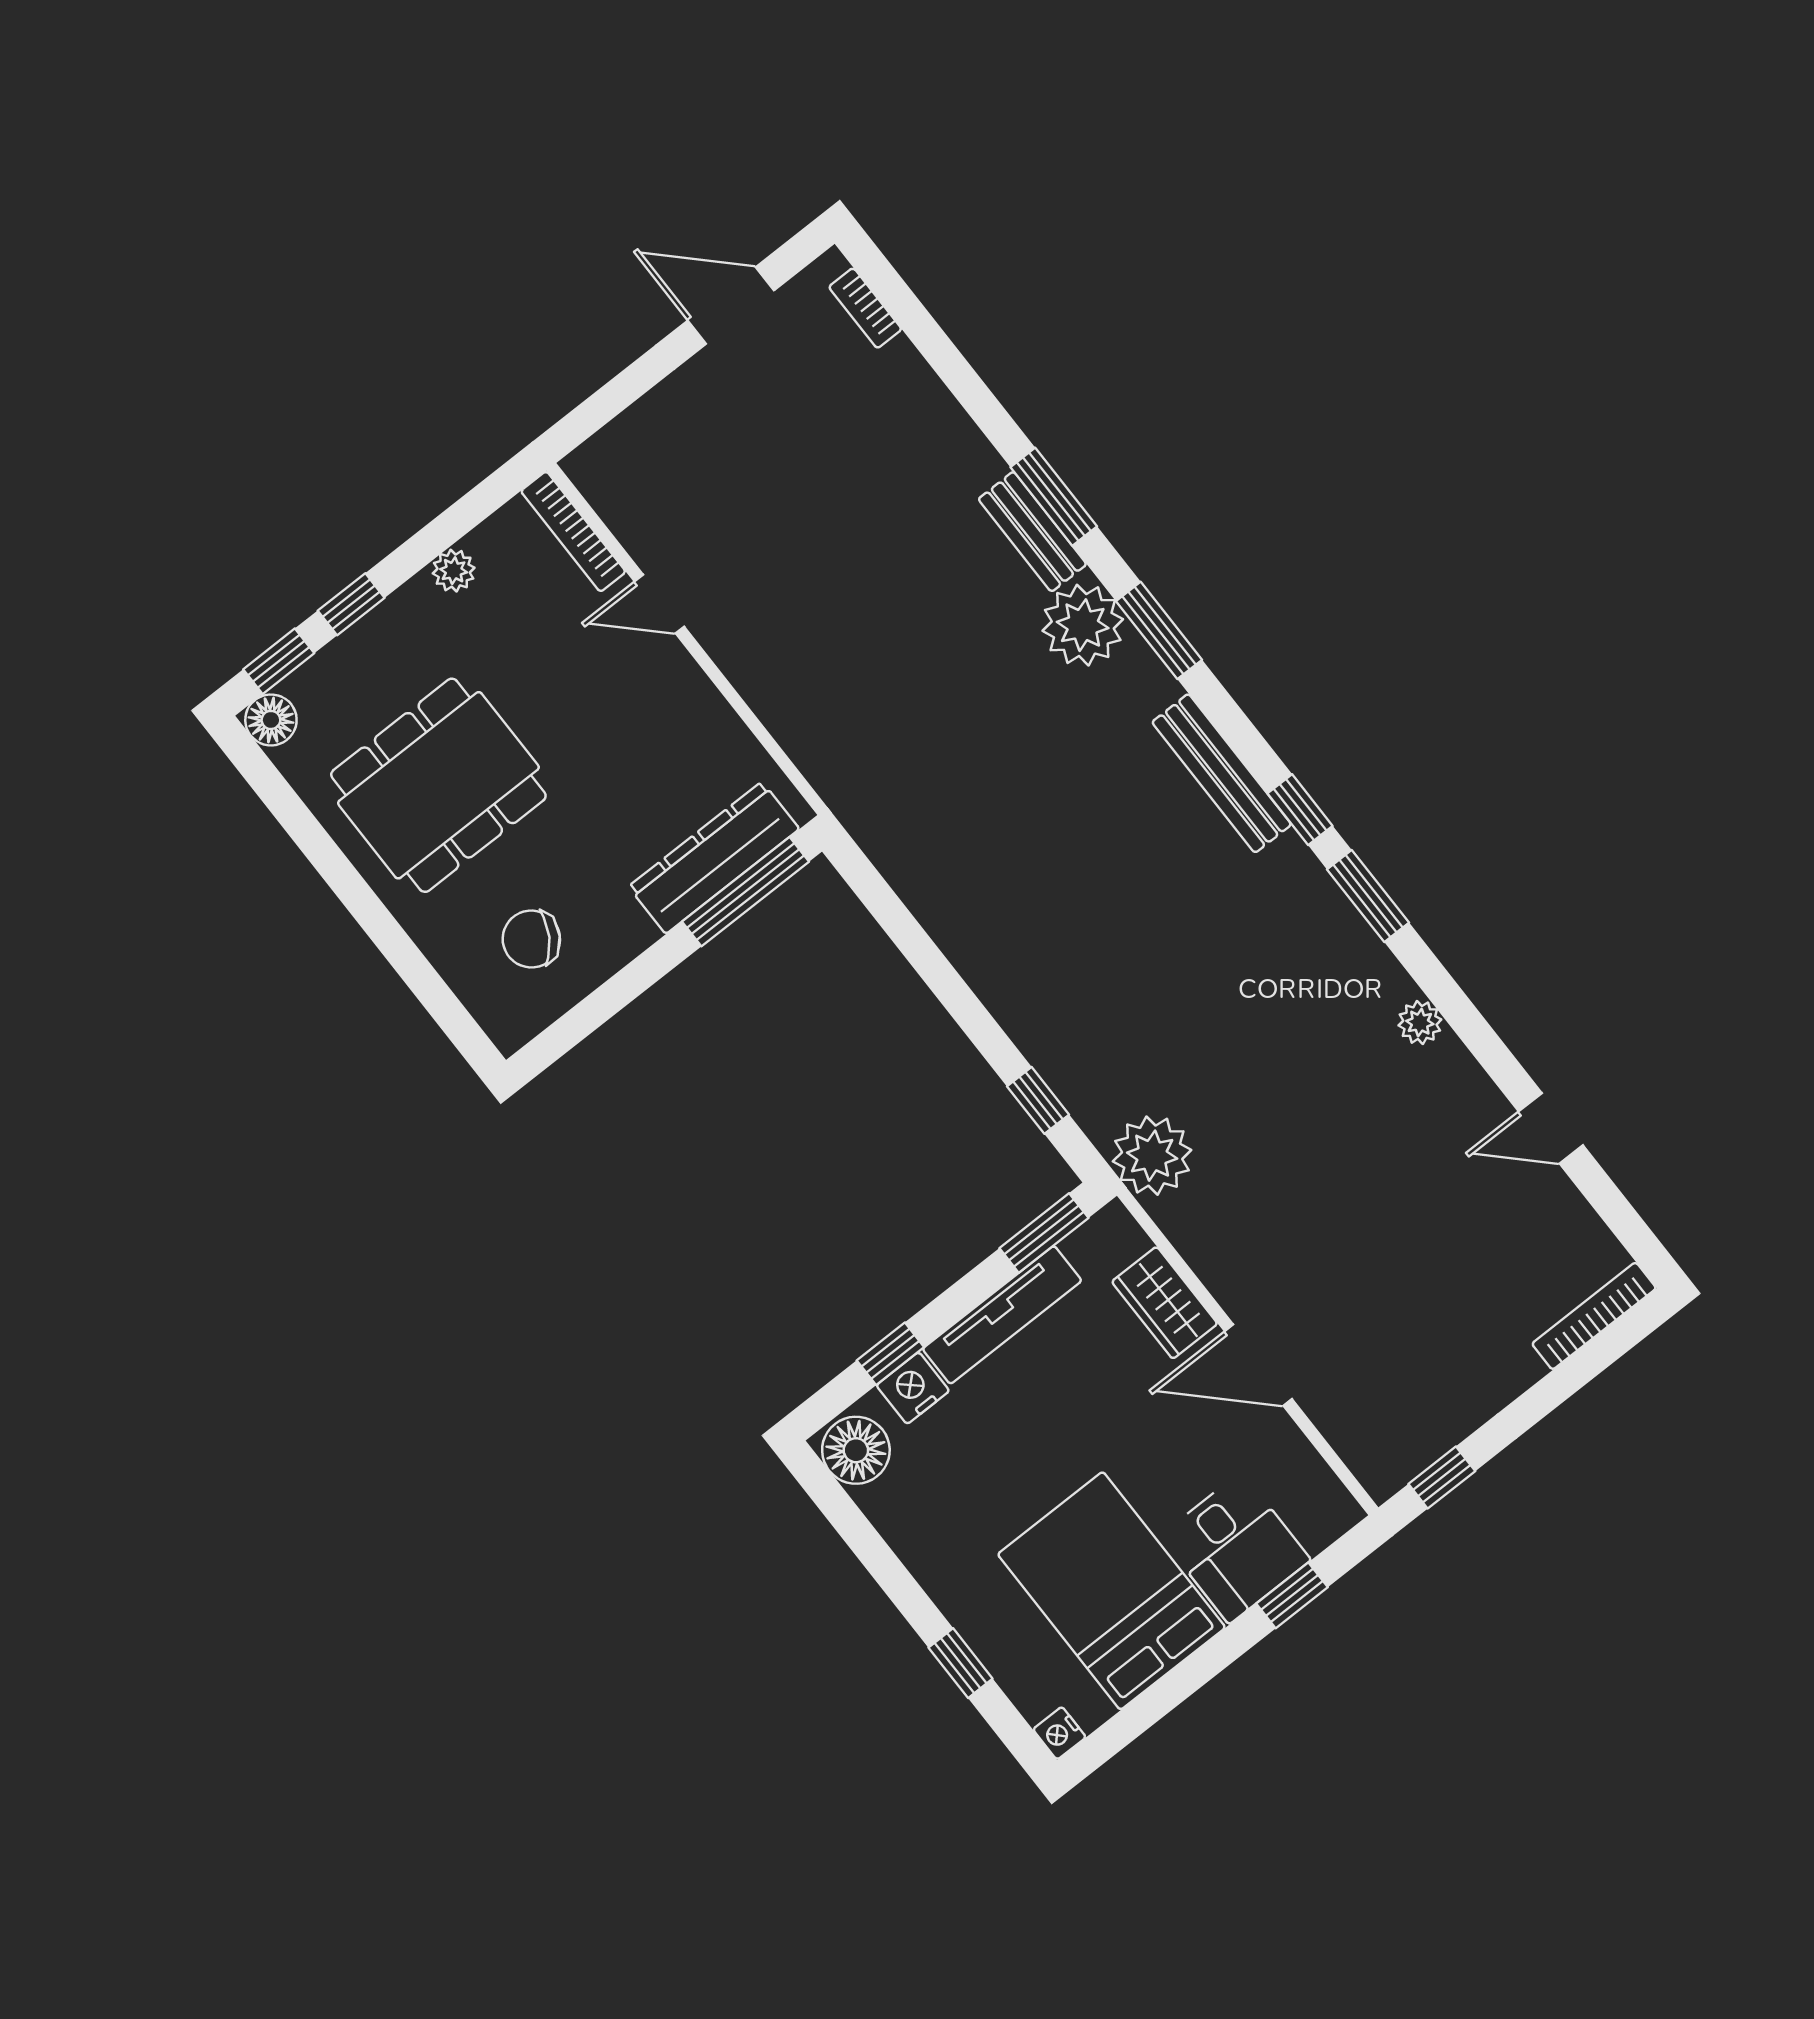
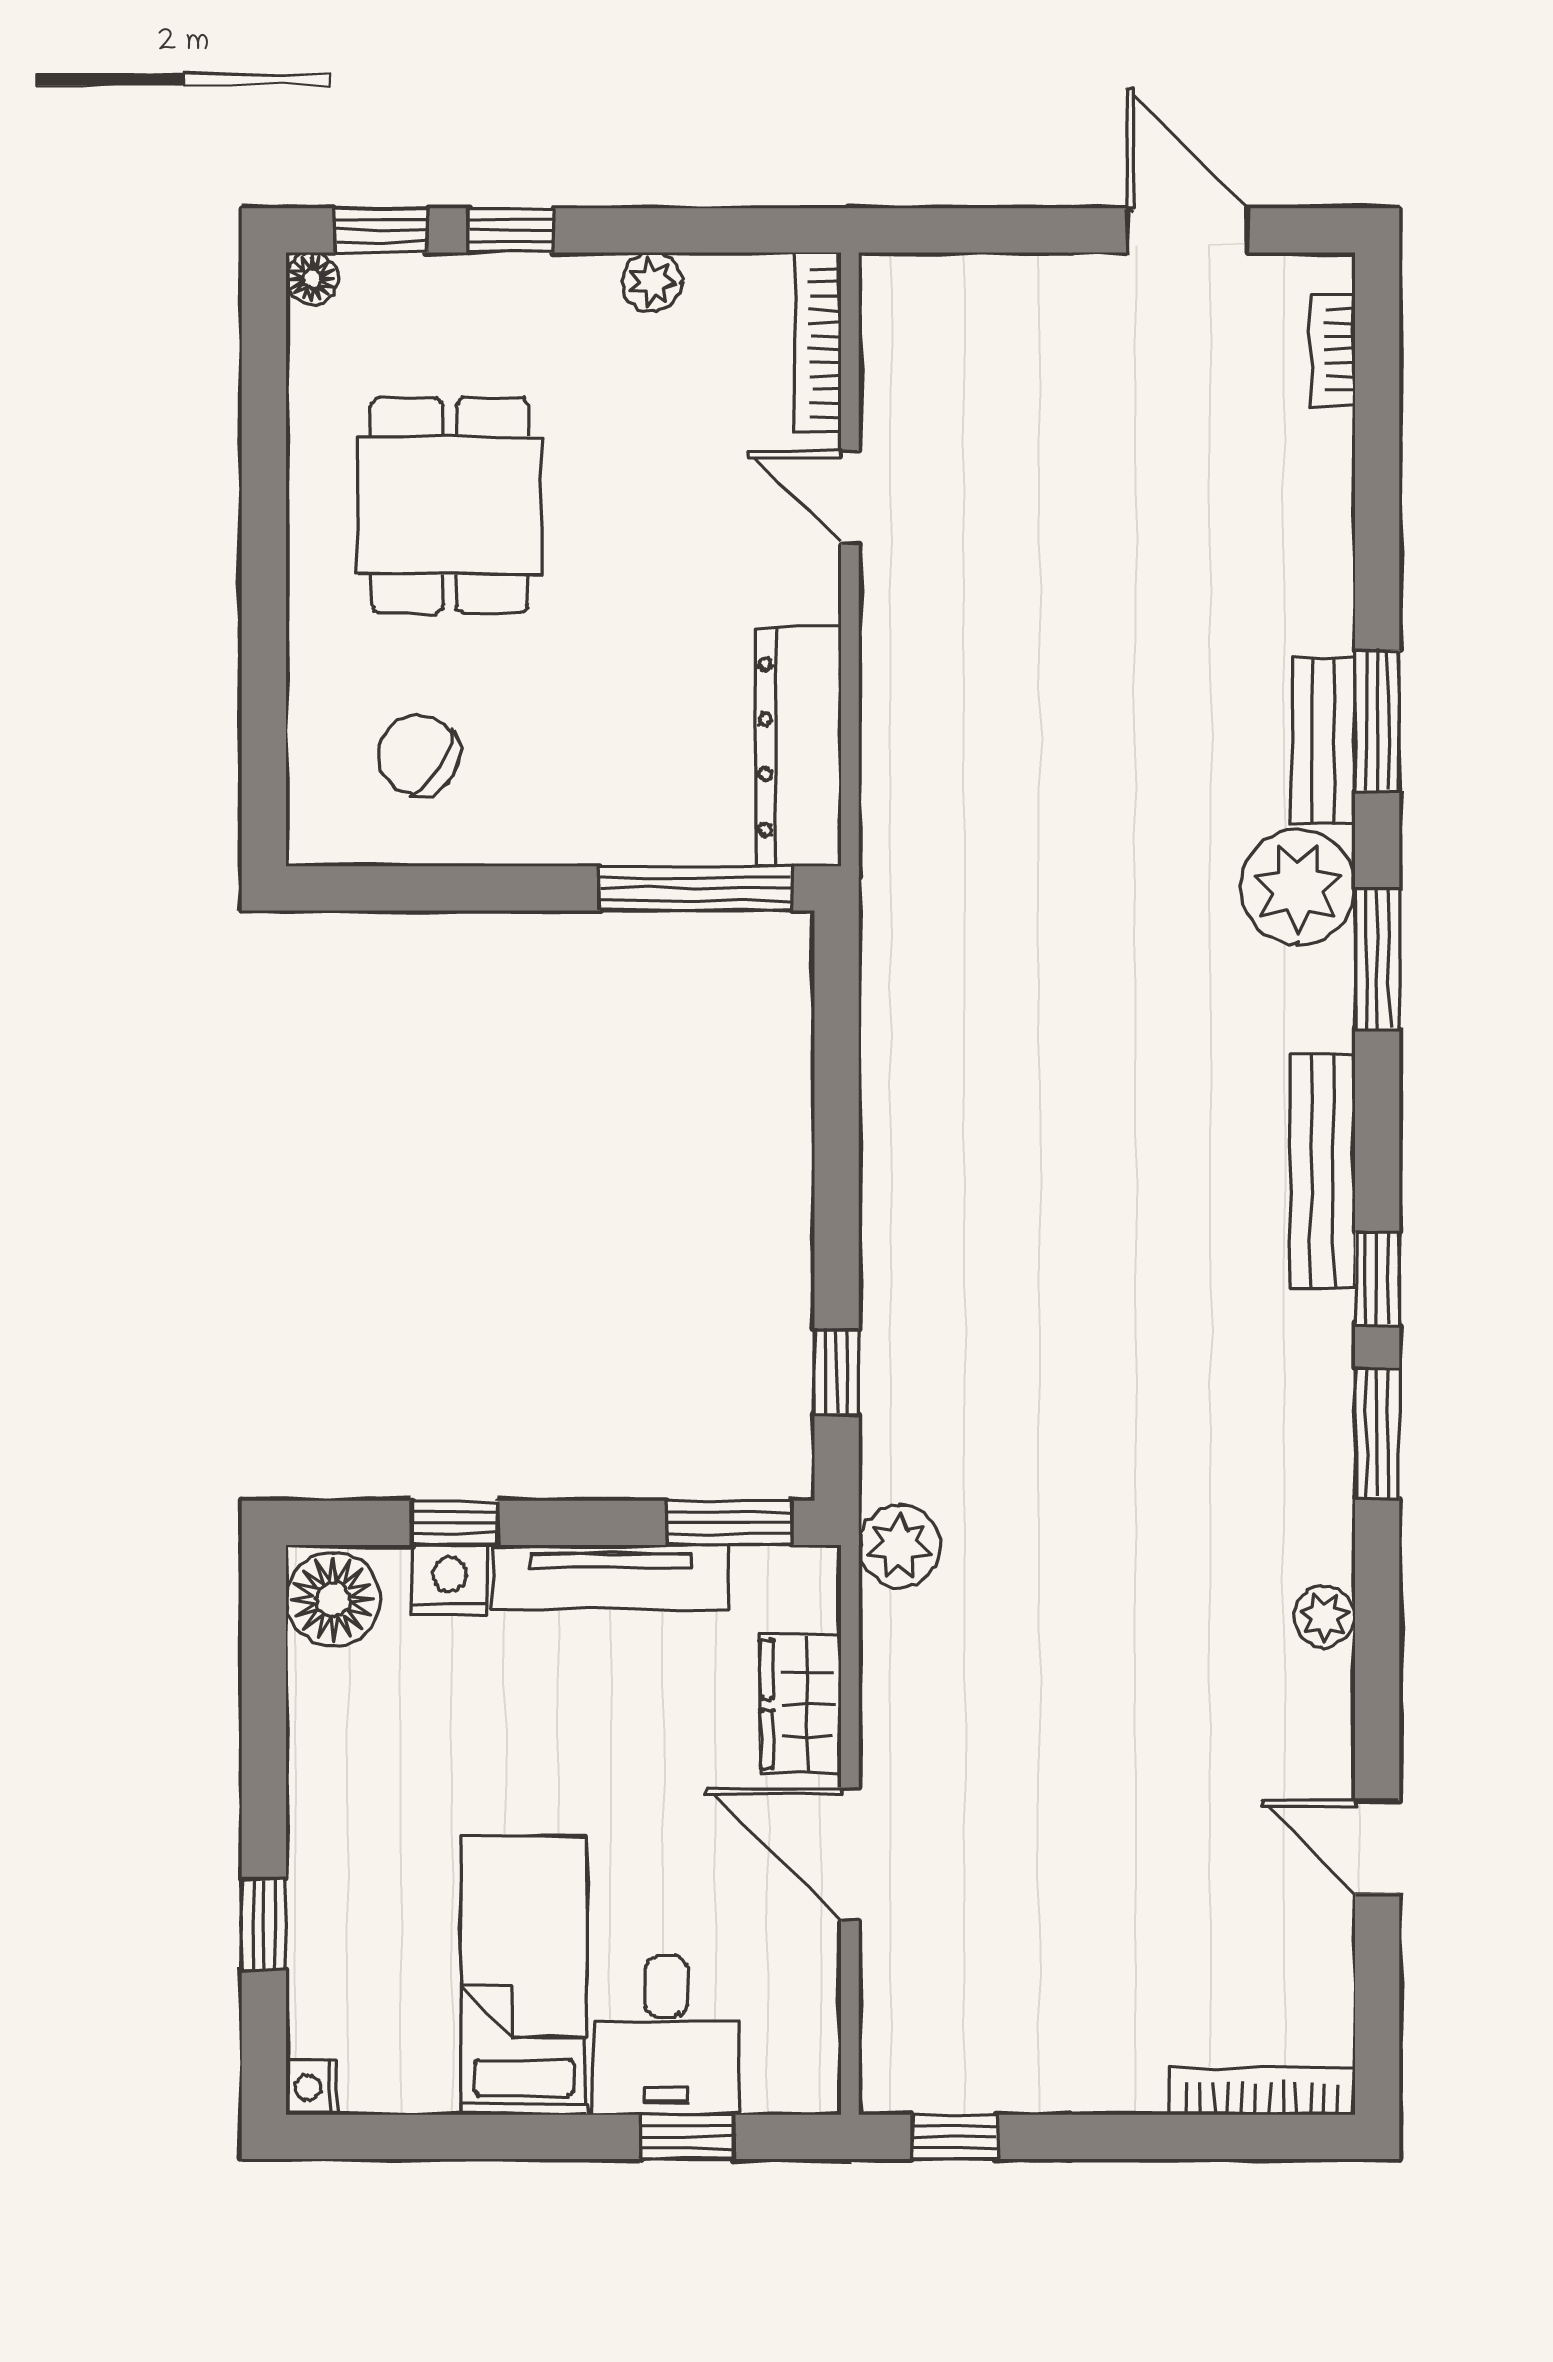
floor lamp: (271, 720) -> (312, 279), width x0.73, depth x0.73
dining table: (438, 785) -> (450, 505), width x0.73
dresser: (714, 858) -> (798, 747), moved, turned -90
plant: (1152, 1156) -> (899, 1546), width x0.73, depth x0.73
bed: (1111, 1591) -> (524, 1975), width x0.67

